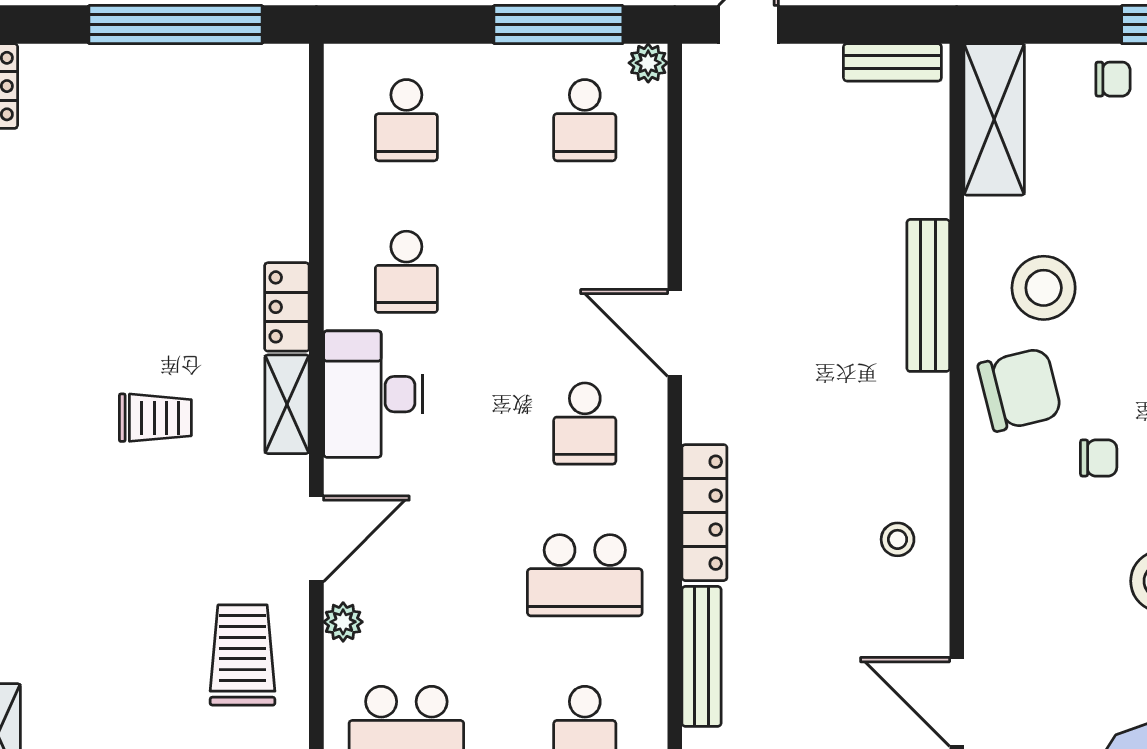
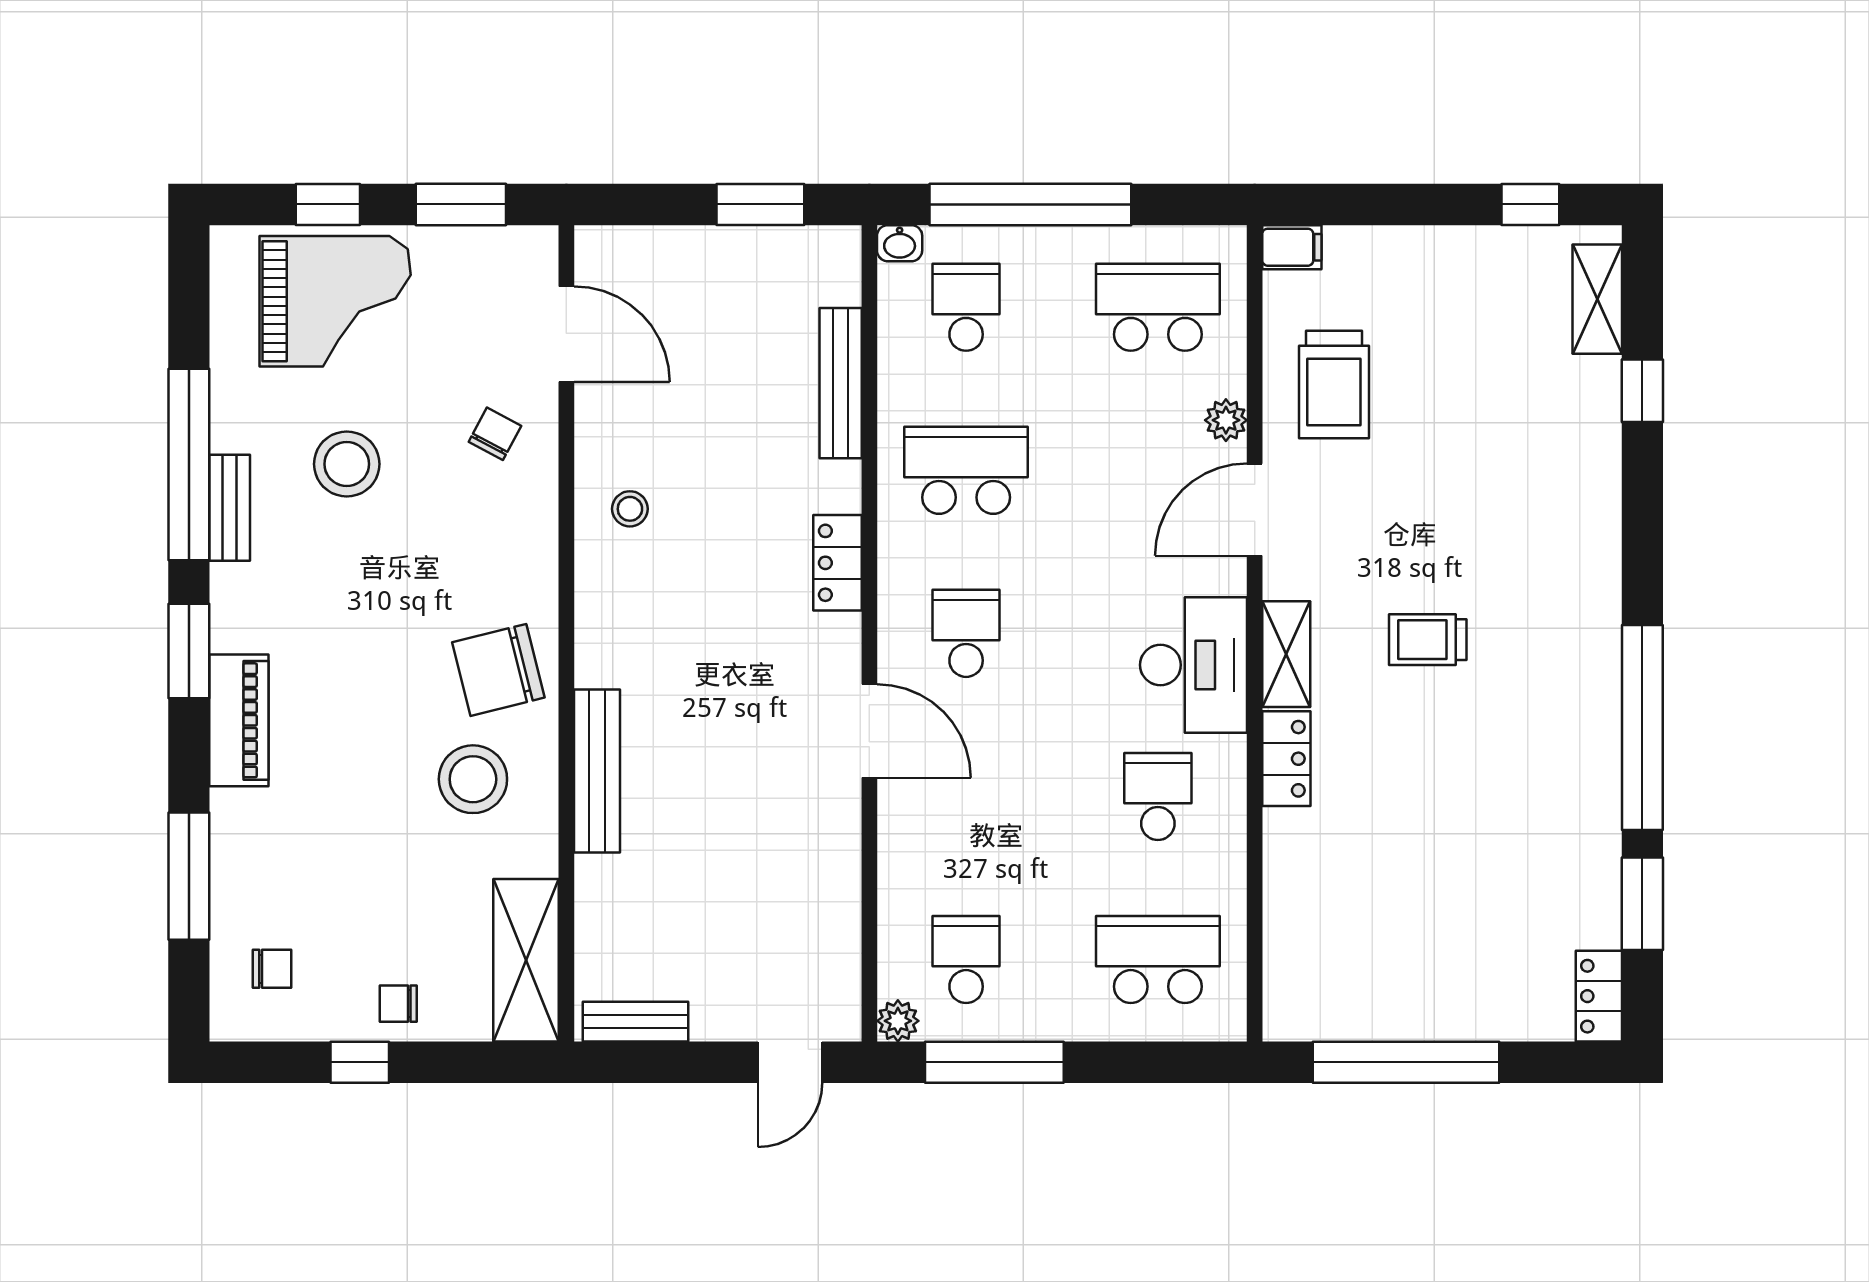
school desk: (406, 120) -> (1158, 959), width x1.85
chair: (1099, 458) -> (495, 434), moved, turned 118
locker: (704, 513) -> (837, 563), width x0.66

